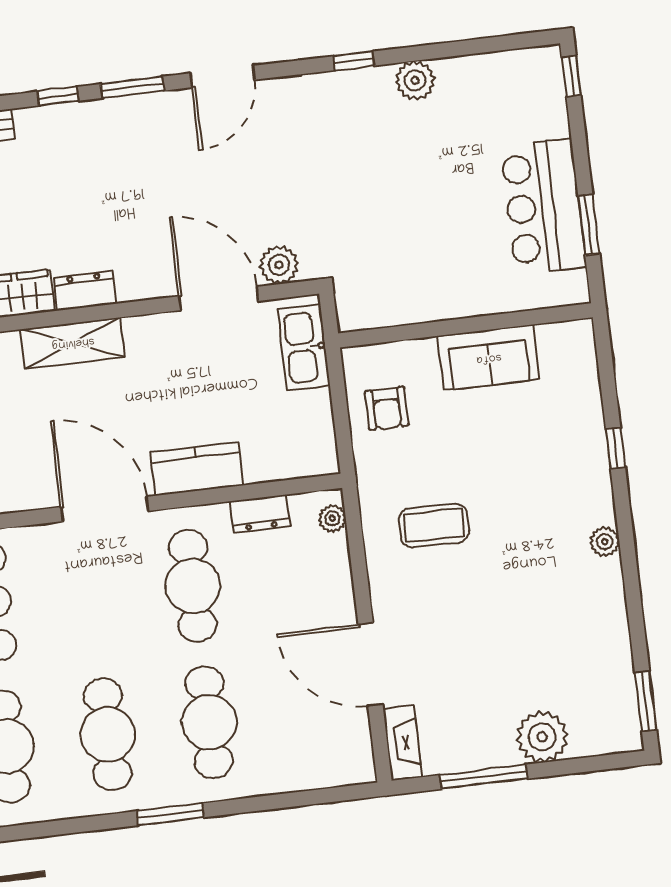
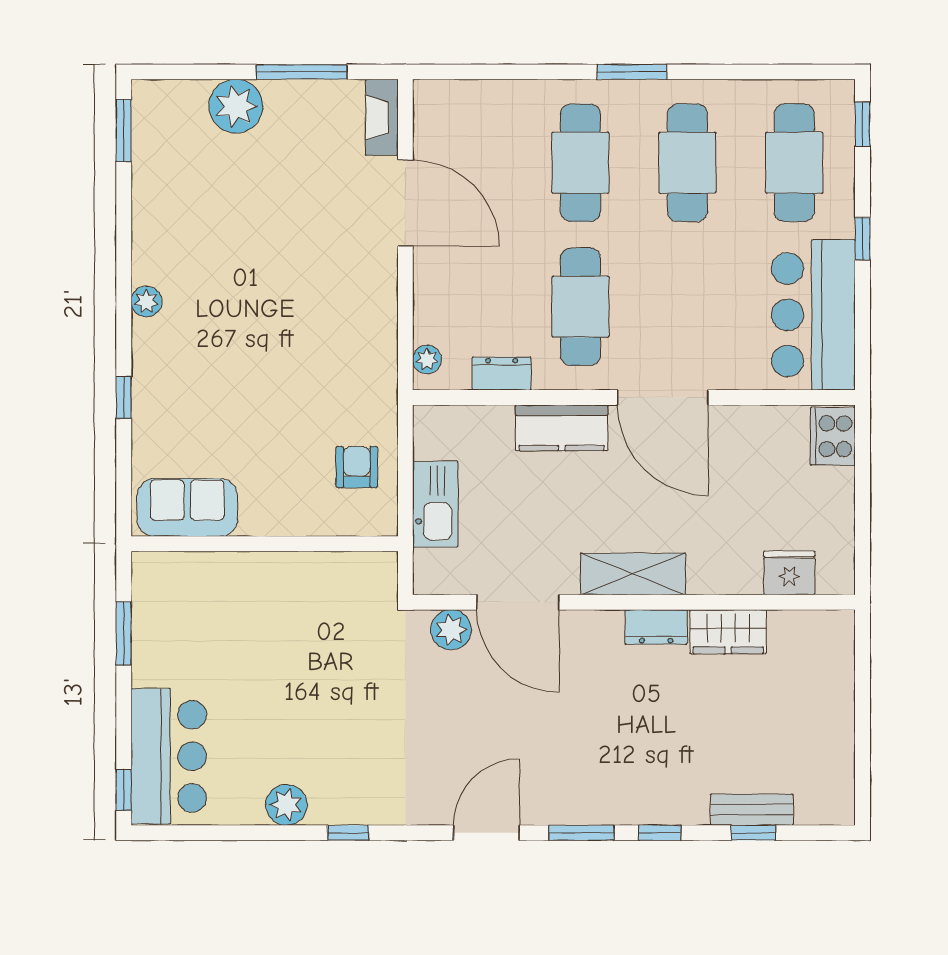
bar counter: (543, 207) -> (169, 756), moved
shelving: (73, 343) -> (633, 574), moved
kitchen sink: (304, 347) -> (435, 504), moved
sofa: (489, 358) -> (187, 507), moved
coffee table: (434, 525) -> (322, 340), removed

